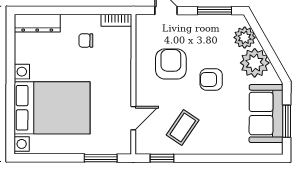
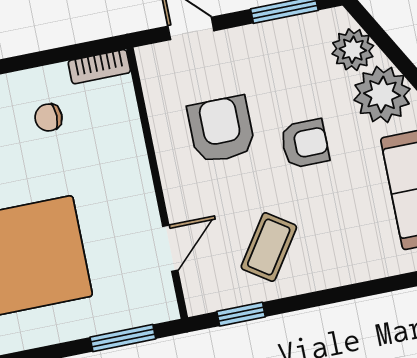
armchair: (211, 80) -> (305, 144), turned 180

